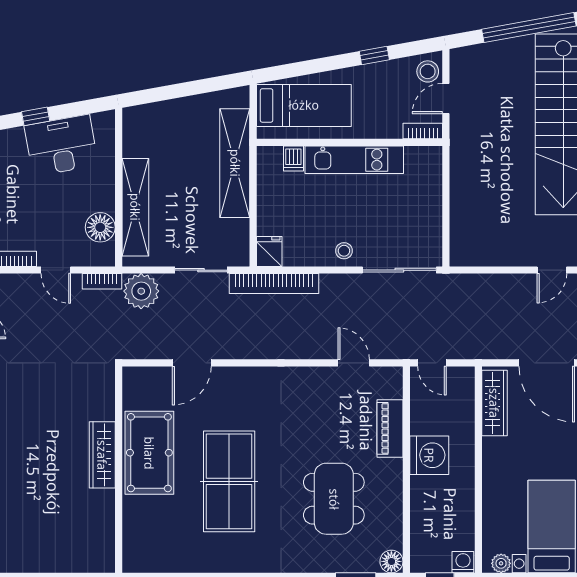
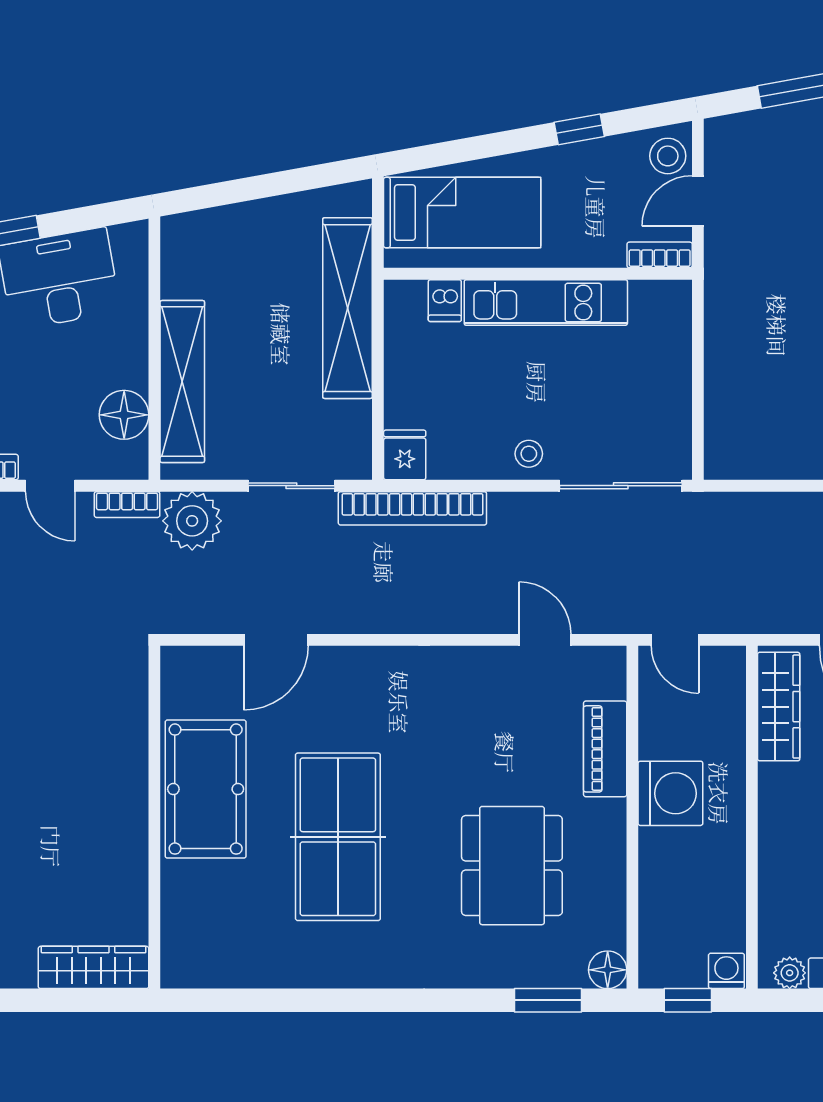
wardrobe: (102, 455) -> (94, 967), moved, turned 90

